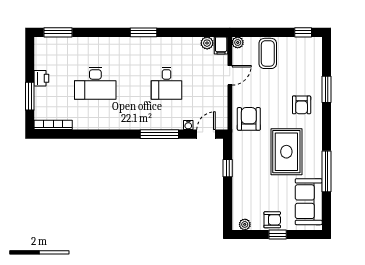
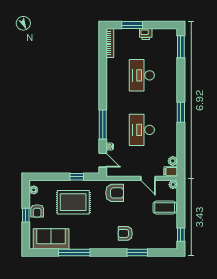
desk: (166, 83) -> (142, 130), width x1.37
rug: (286, 152) -> (73, 202), moved

